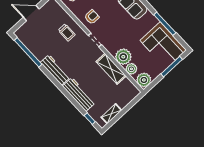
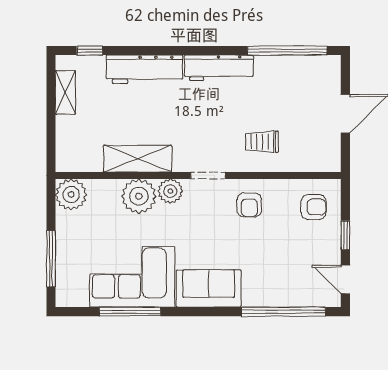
corner sofa: (163, 45) -> (132, 277), moved
plant: (131, 69) -> (170, 191), moved

